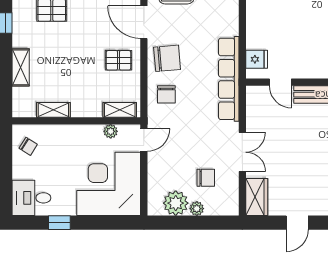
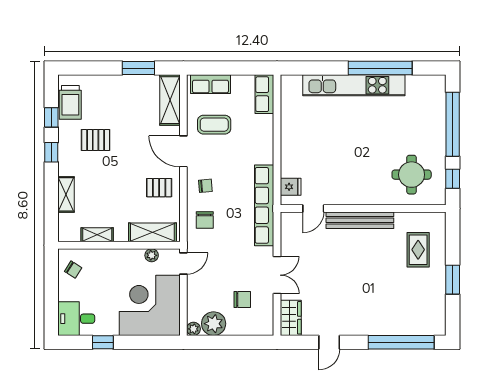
chair: (167, 58) -> (205, 186), width x0.54, depth x0.54
door: (280, 82) -> (313, 209), hinge flipped
shelving: (120, 110) -> (152, 232), width x1.50, depth x1.33
plant: (197, 209) -> (194, 329), moved

